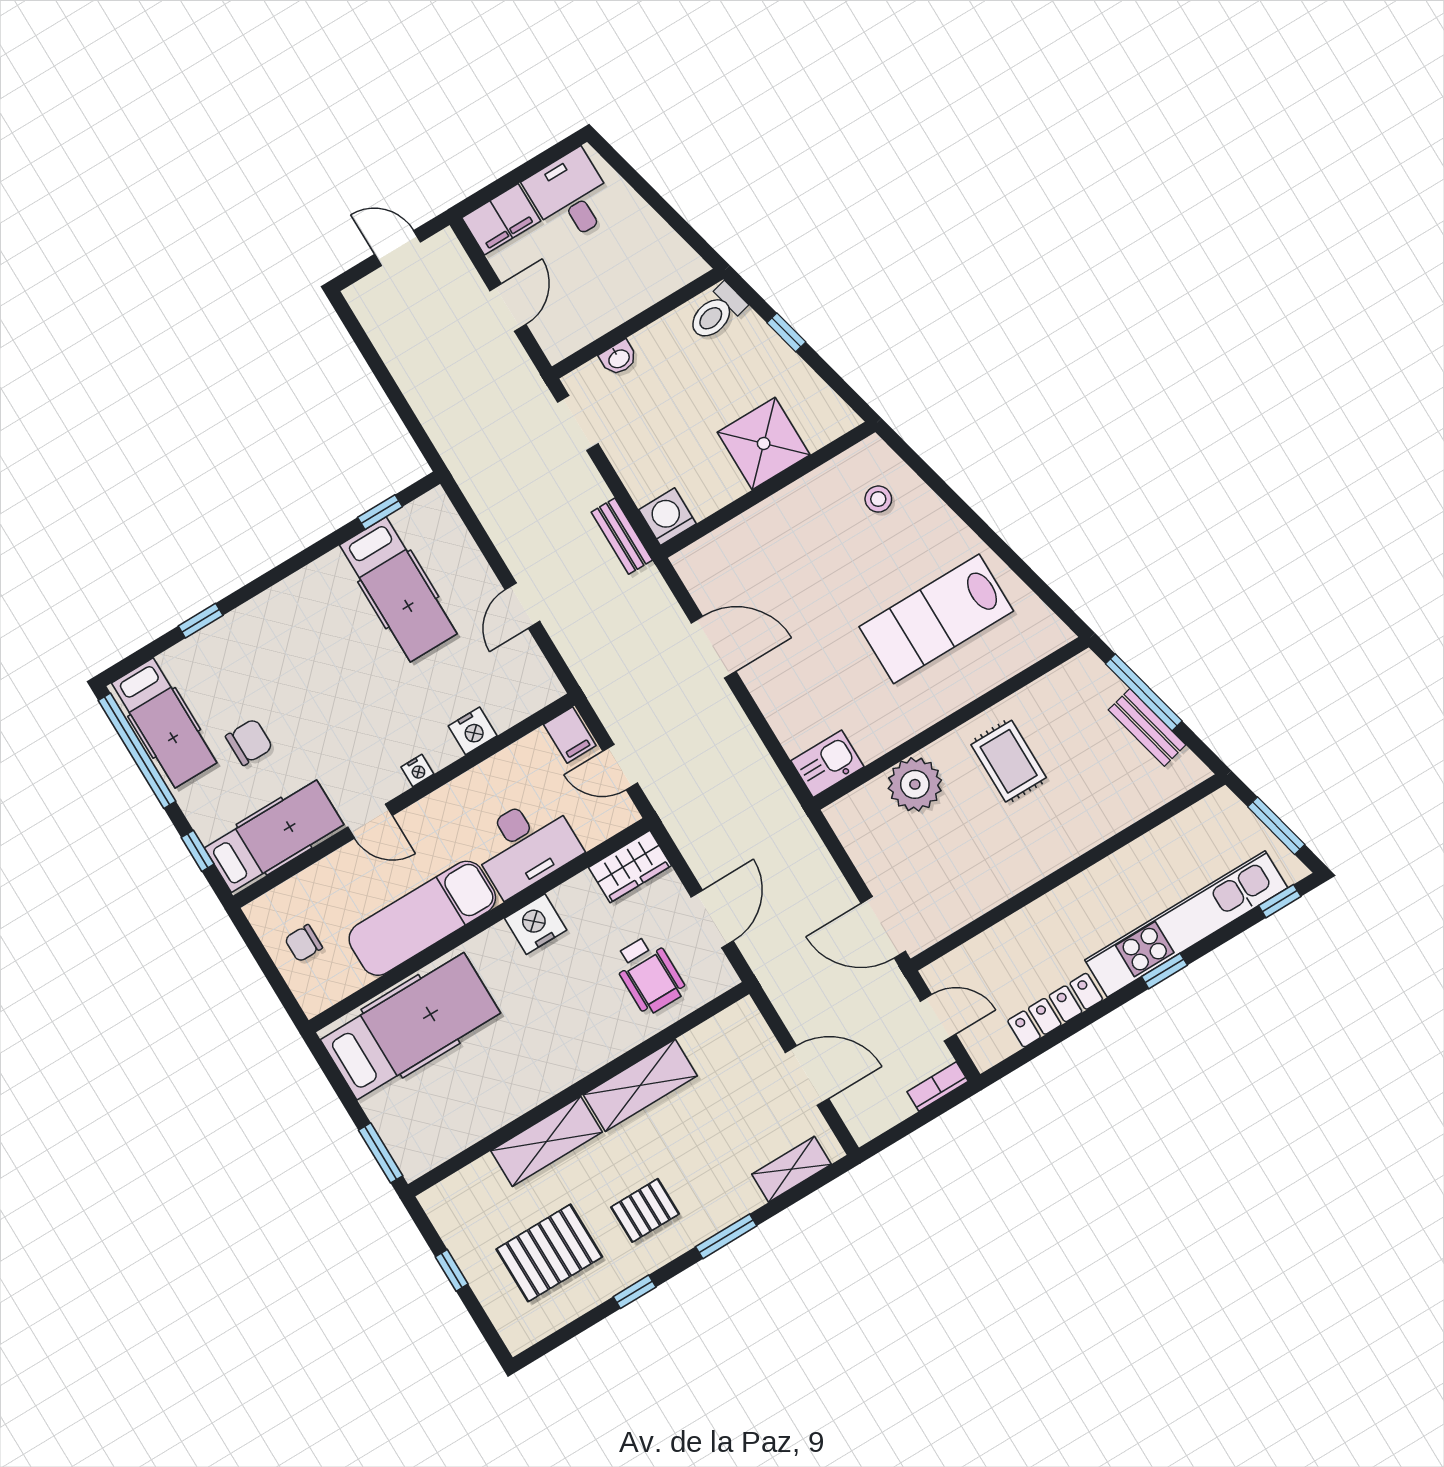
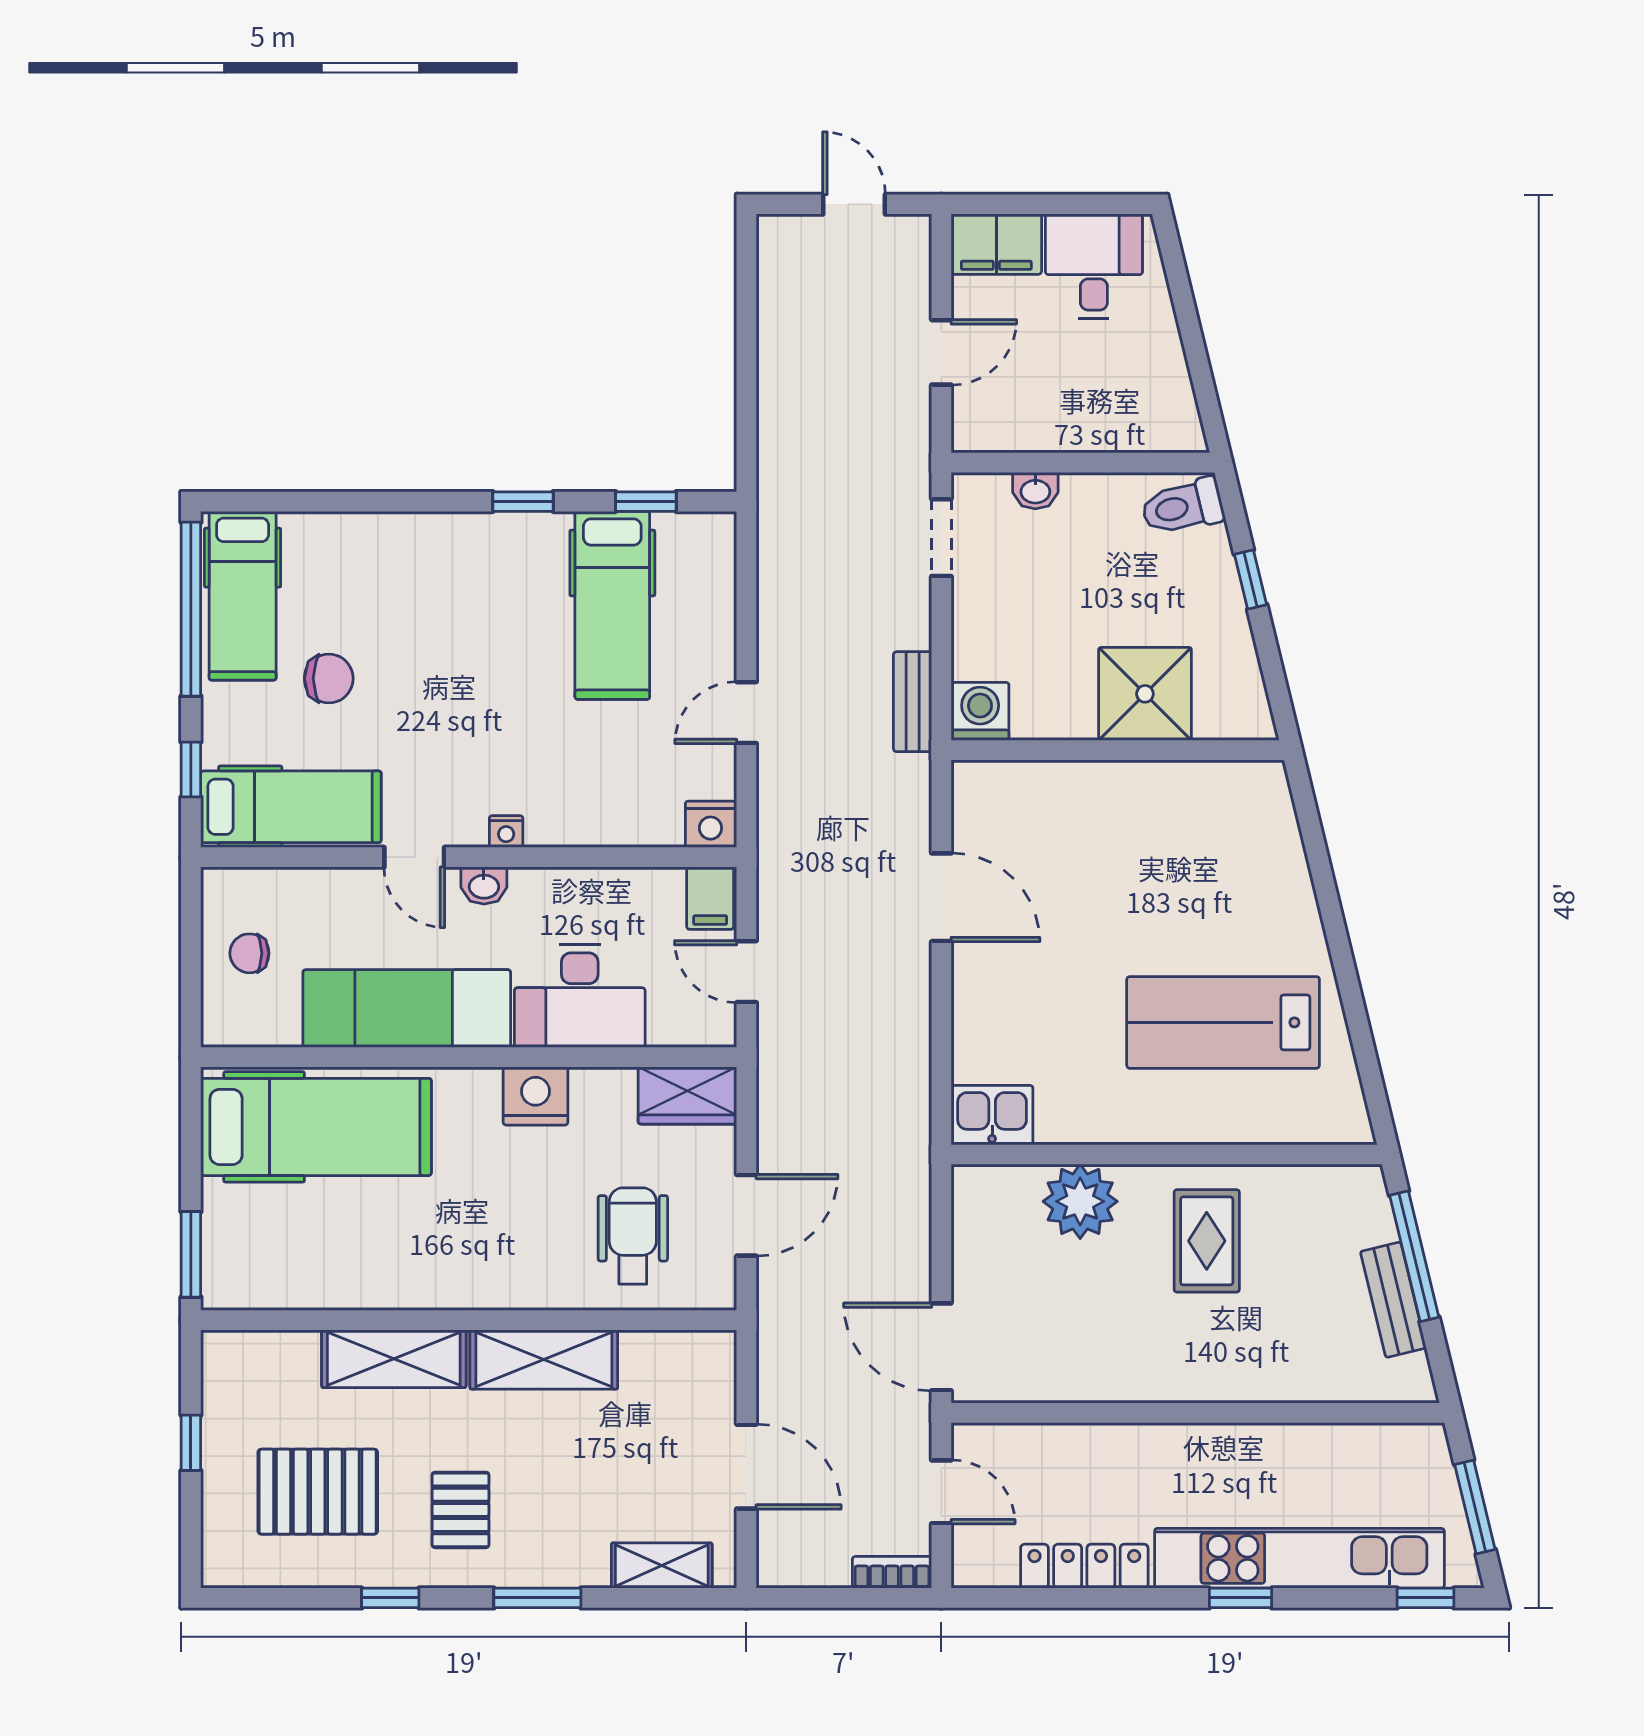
stool: (878, 499) -> (1240, 841), removed
window: (201, 621) -> (523, 502), moved
nightstand: (473, 731) -> (710, 824), moved
washbasin: (424, 812) -> (484, 886), added
wheelchair: (649, 975) -> (633, 1236), turned 180
pallet: (645, 1210) -> (460, 1510), turned 90

